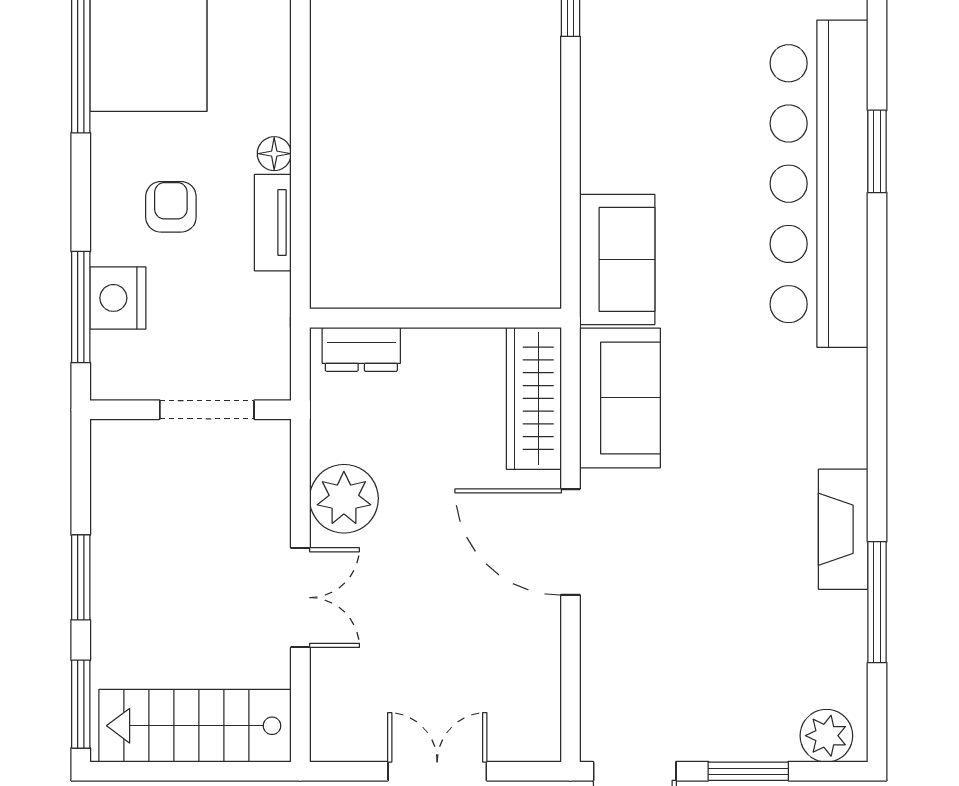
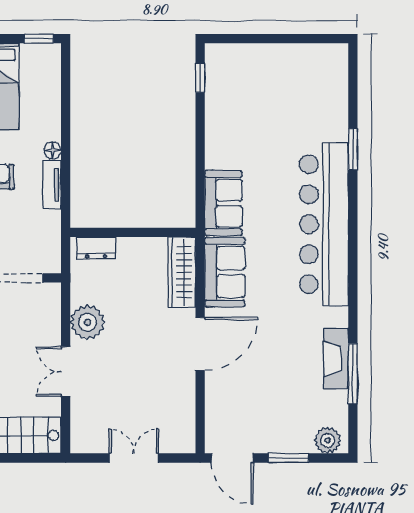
bar counter: (819, 184) -> (324, 224), moved
fireplace: (843, 529) -> (336, 358), moved
door: (570, 542) -> (200, 344), swing flipped
double door: (300, 598) -> (66, 372), swing flipped

